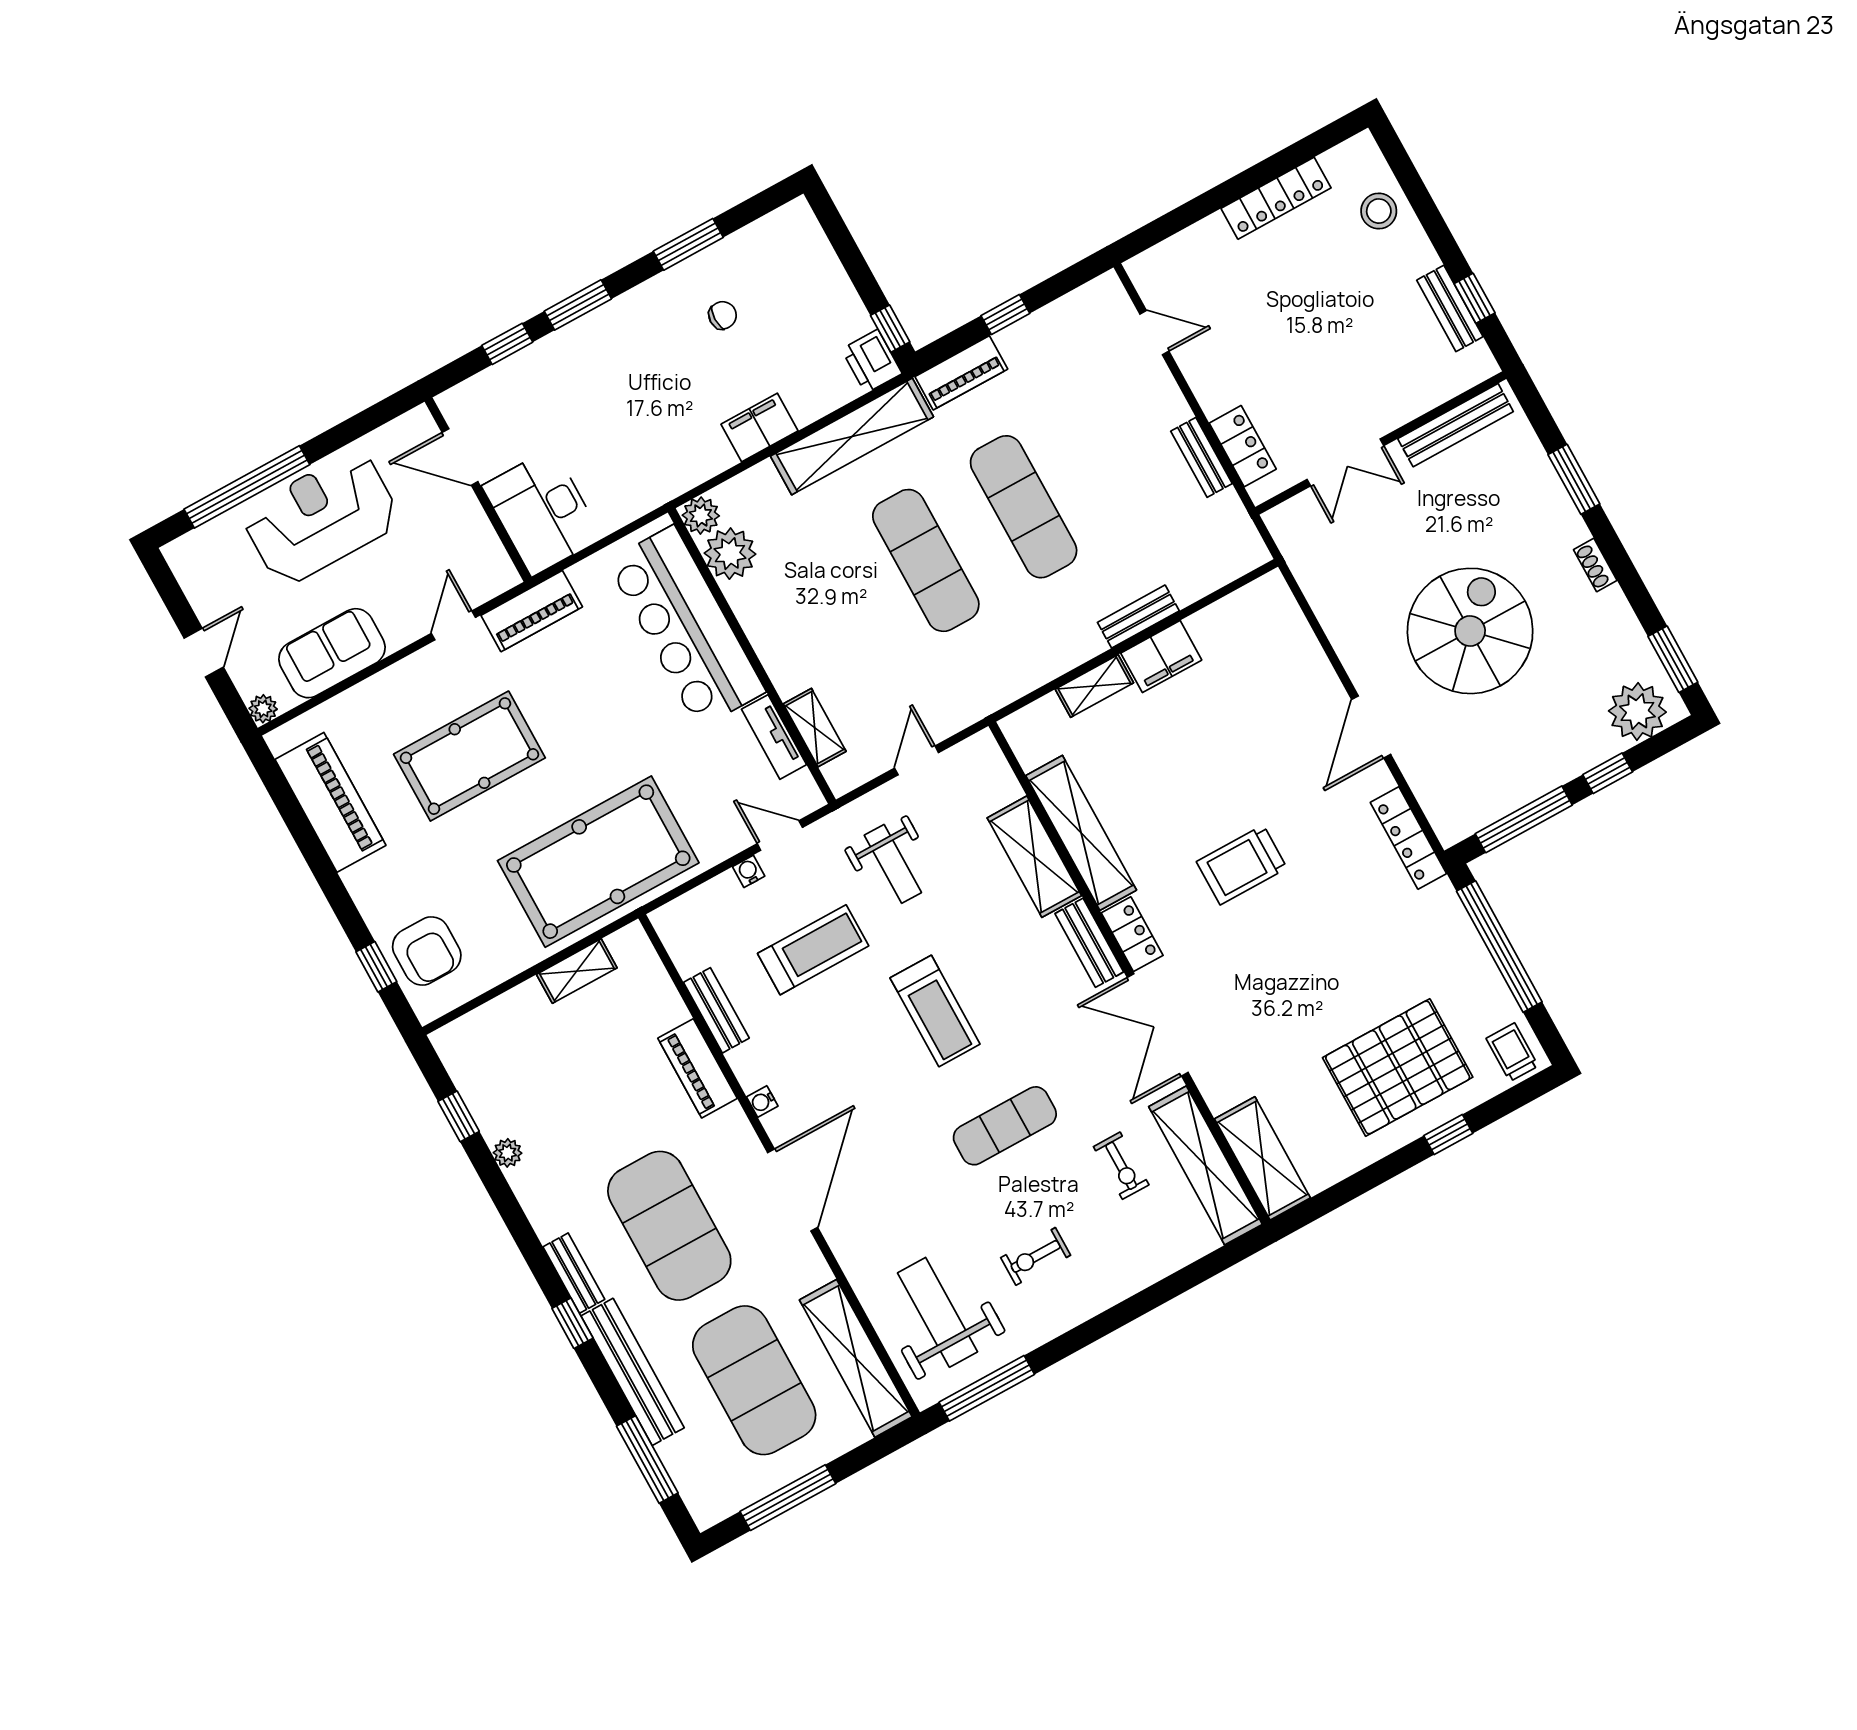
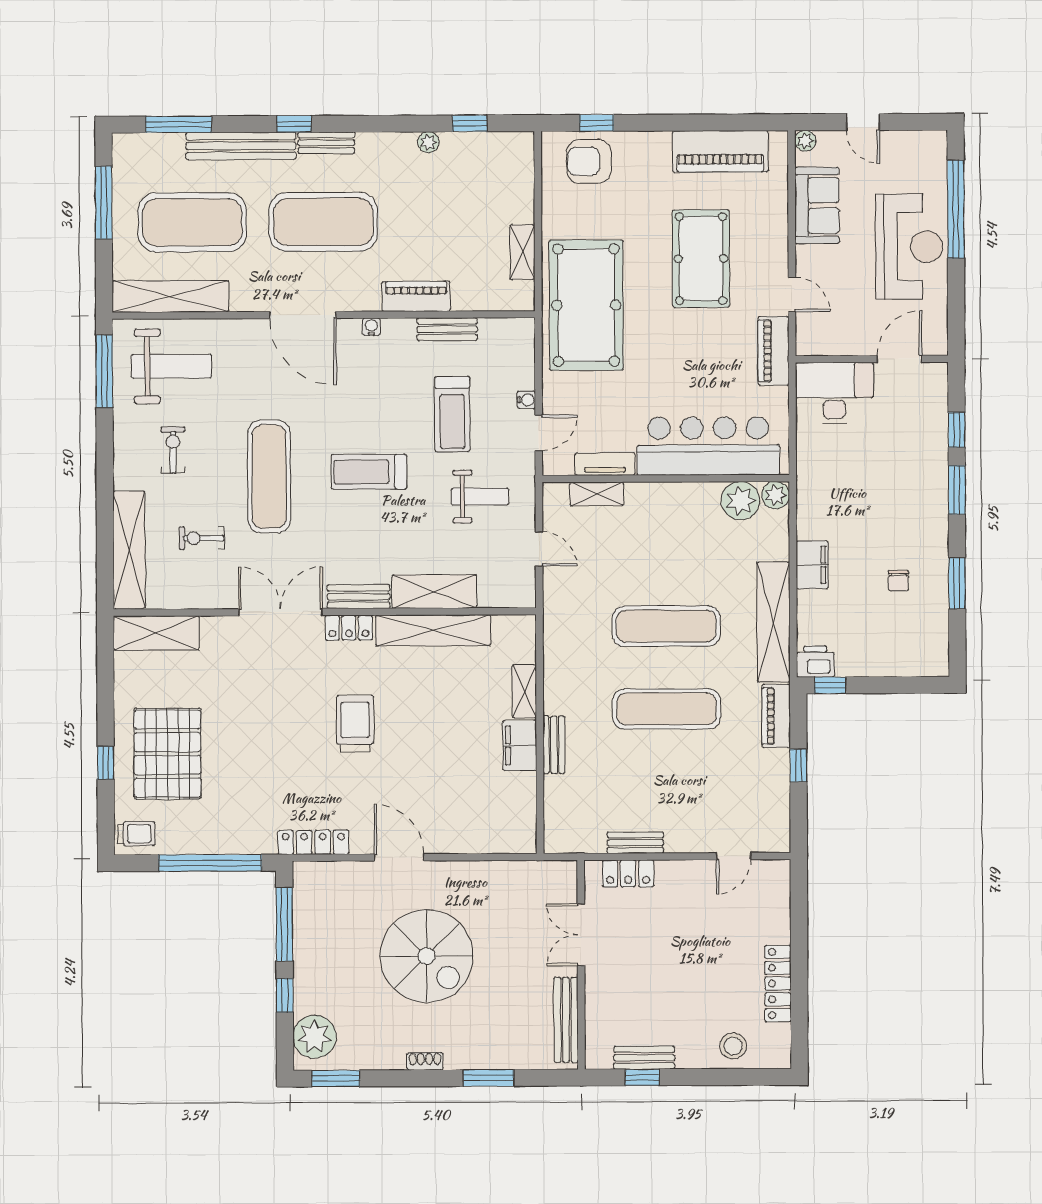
weight bench: (893, 864) -> (480, 497), turned 180
exercise mat: (1005, 1126) -> (269, 476), width x1.36, depth x1.45
shelving: (1205, 1165) -> (129, 550), moved, turned 90

